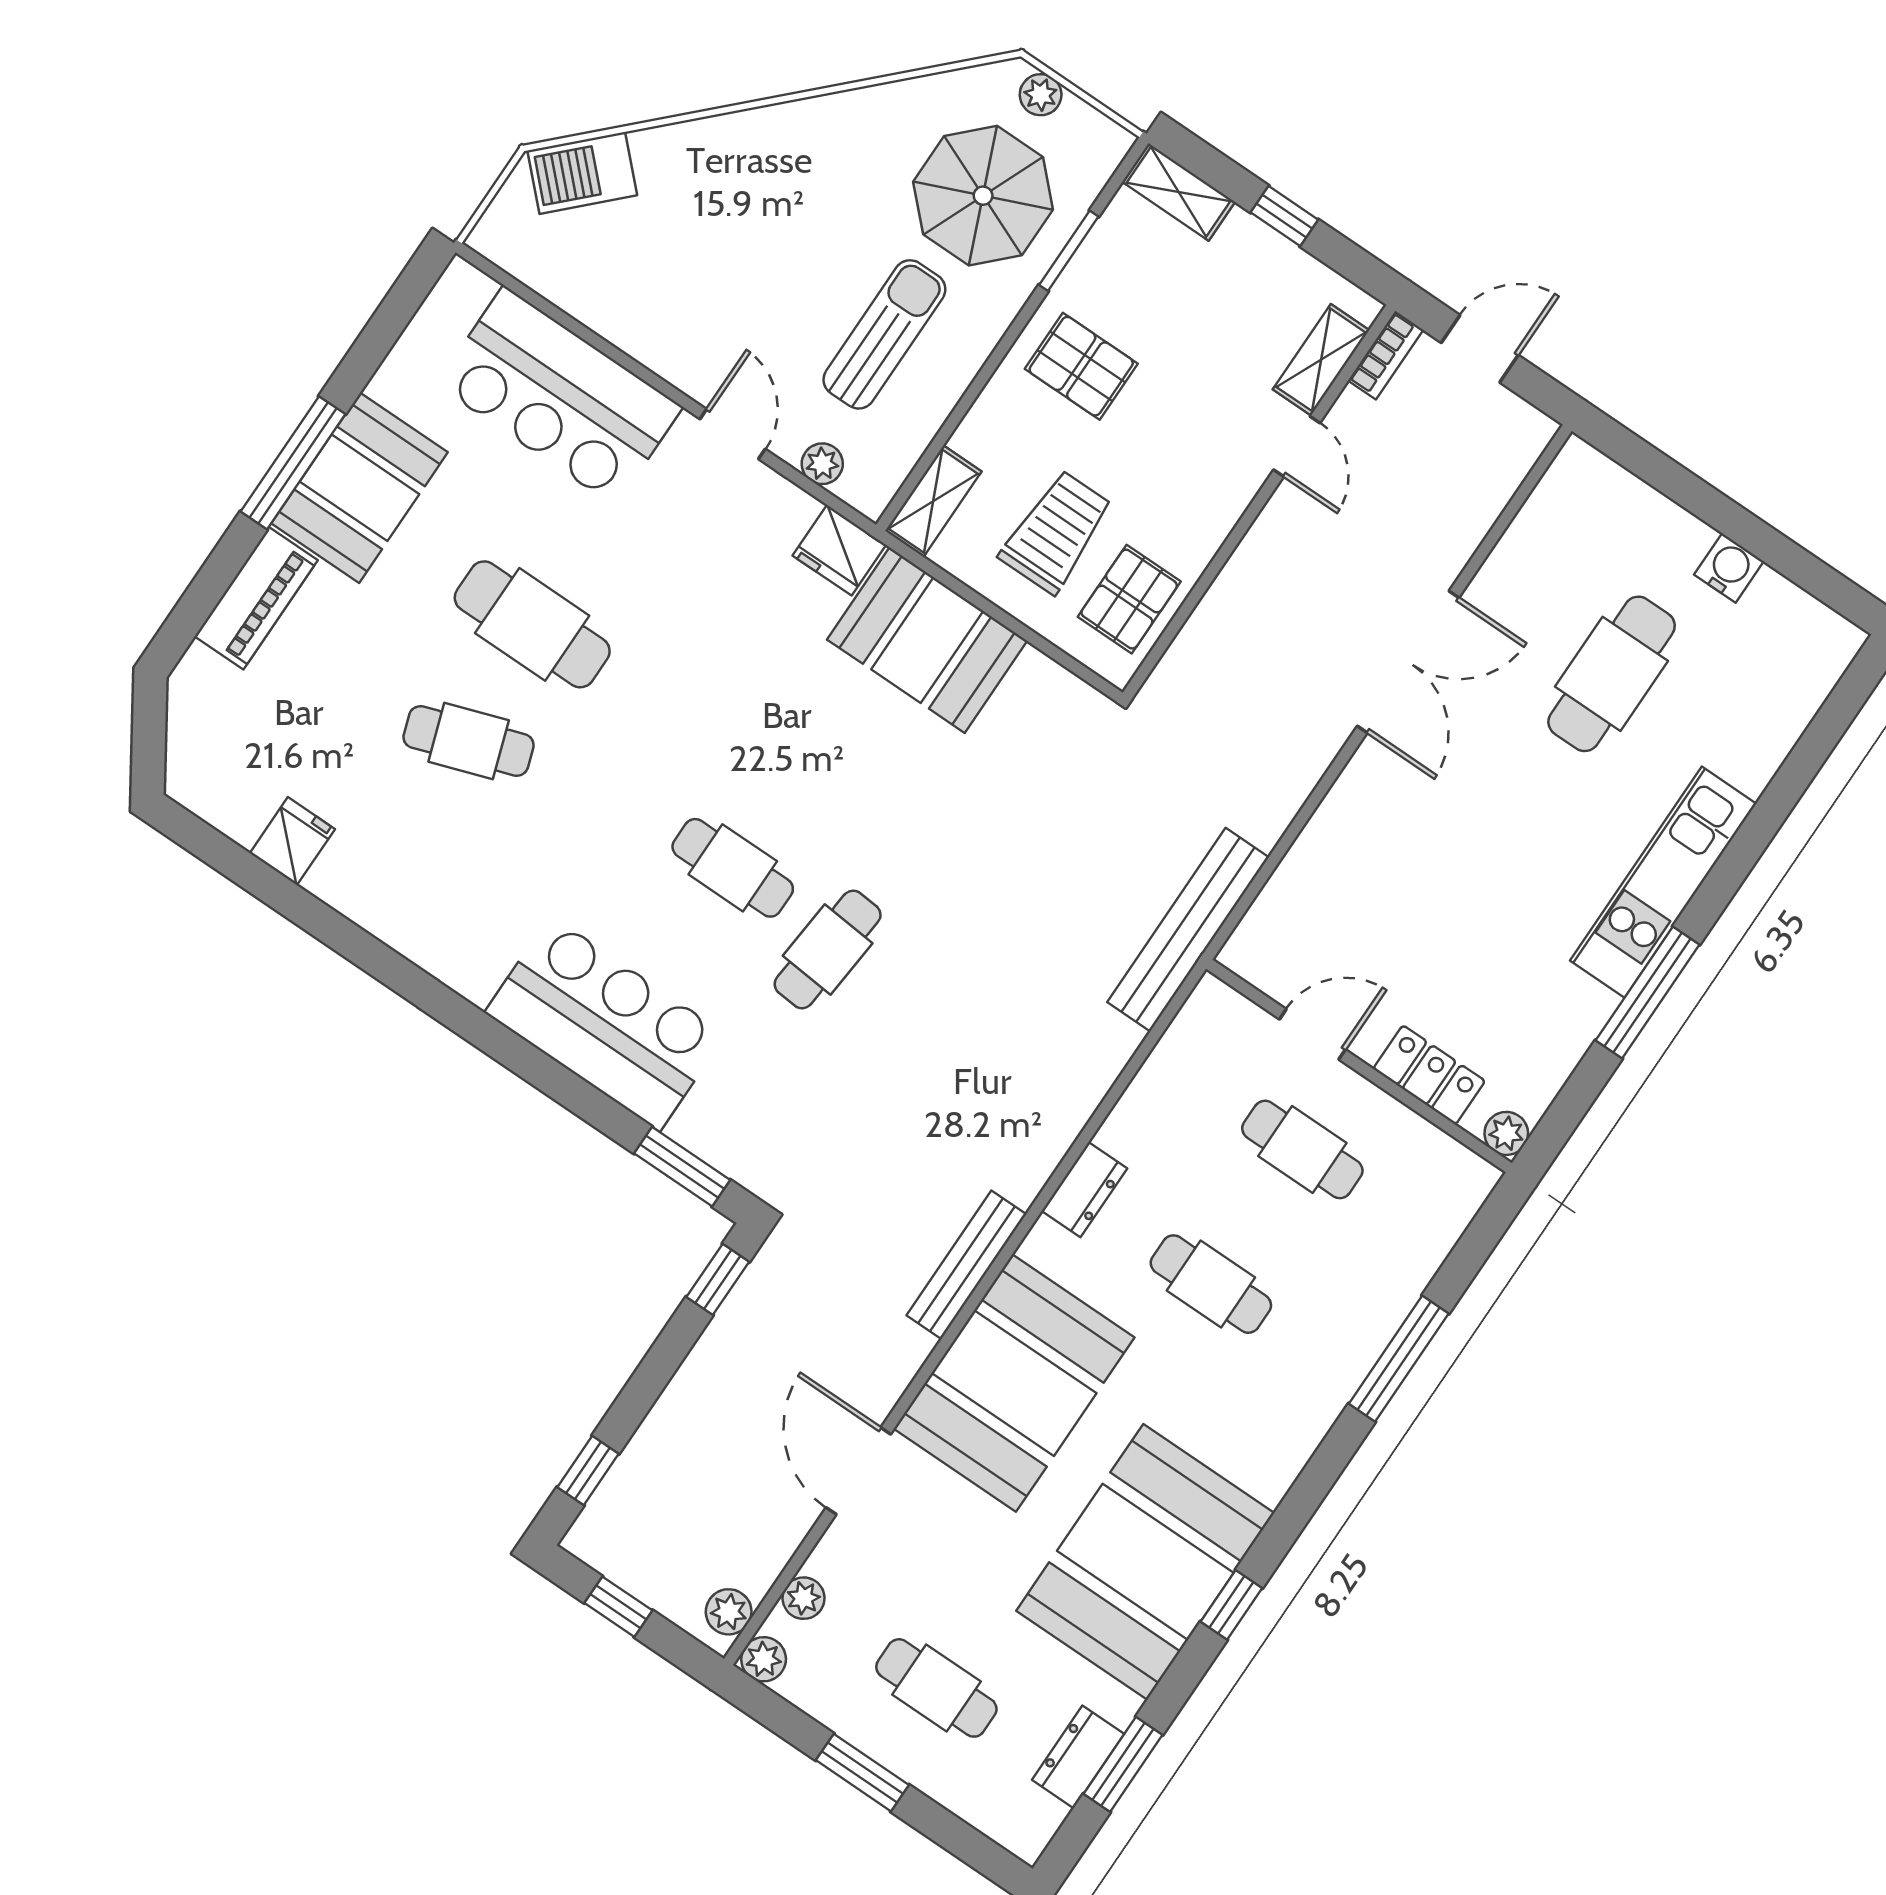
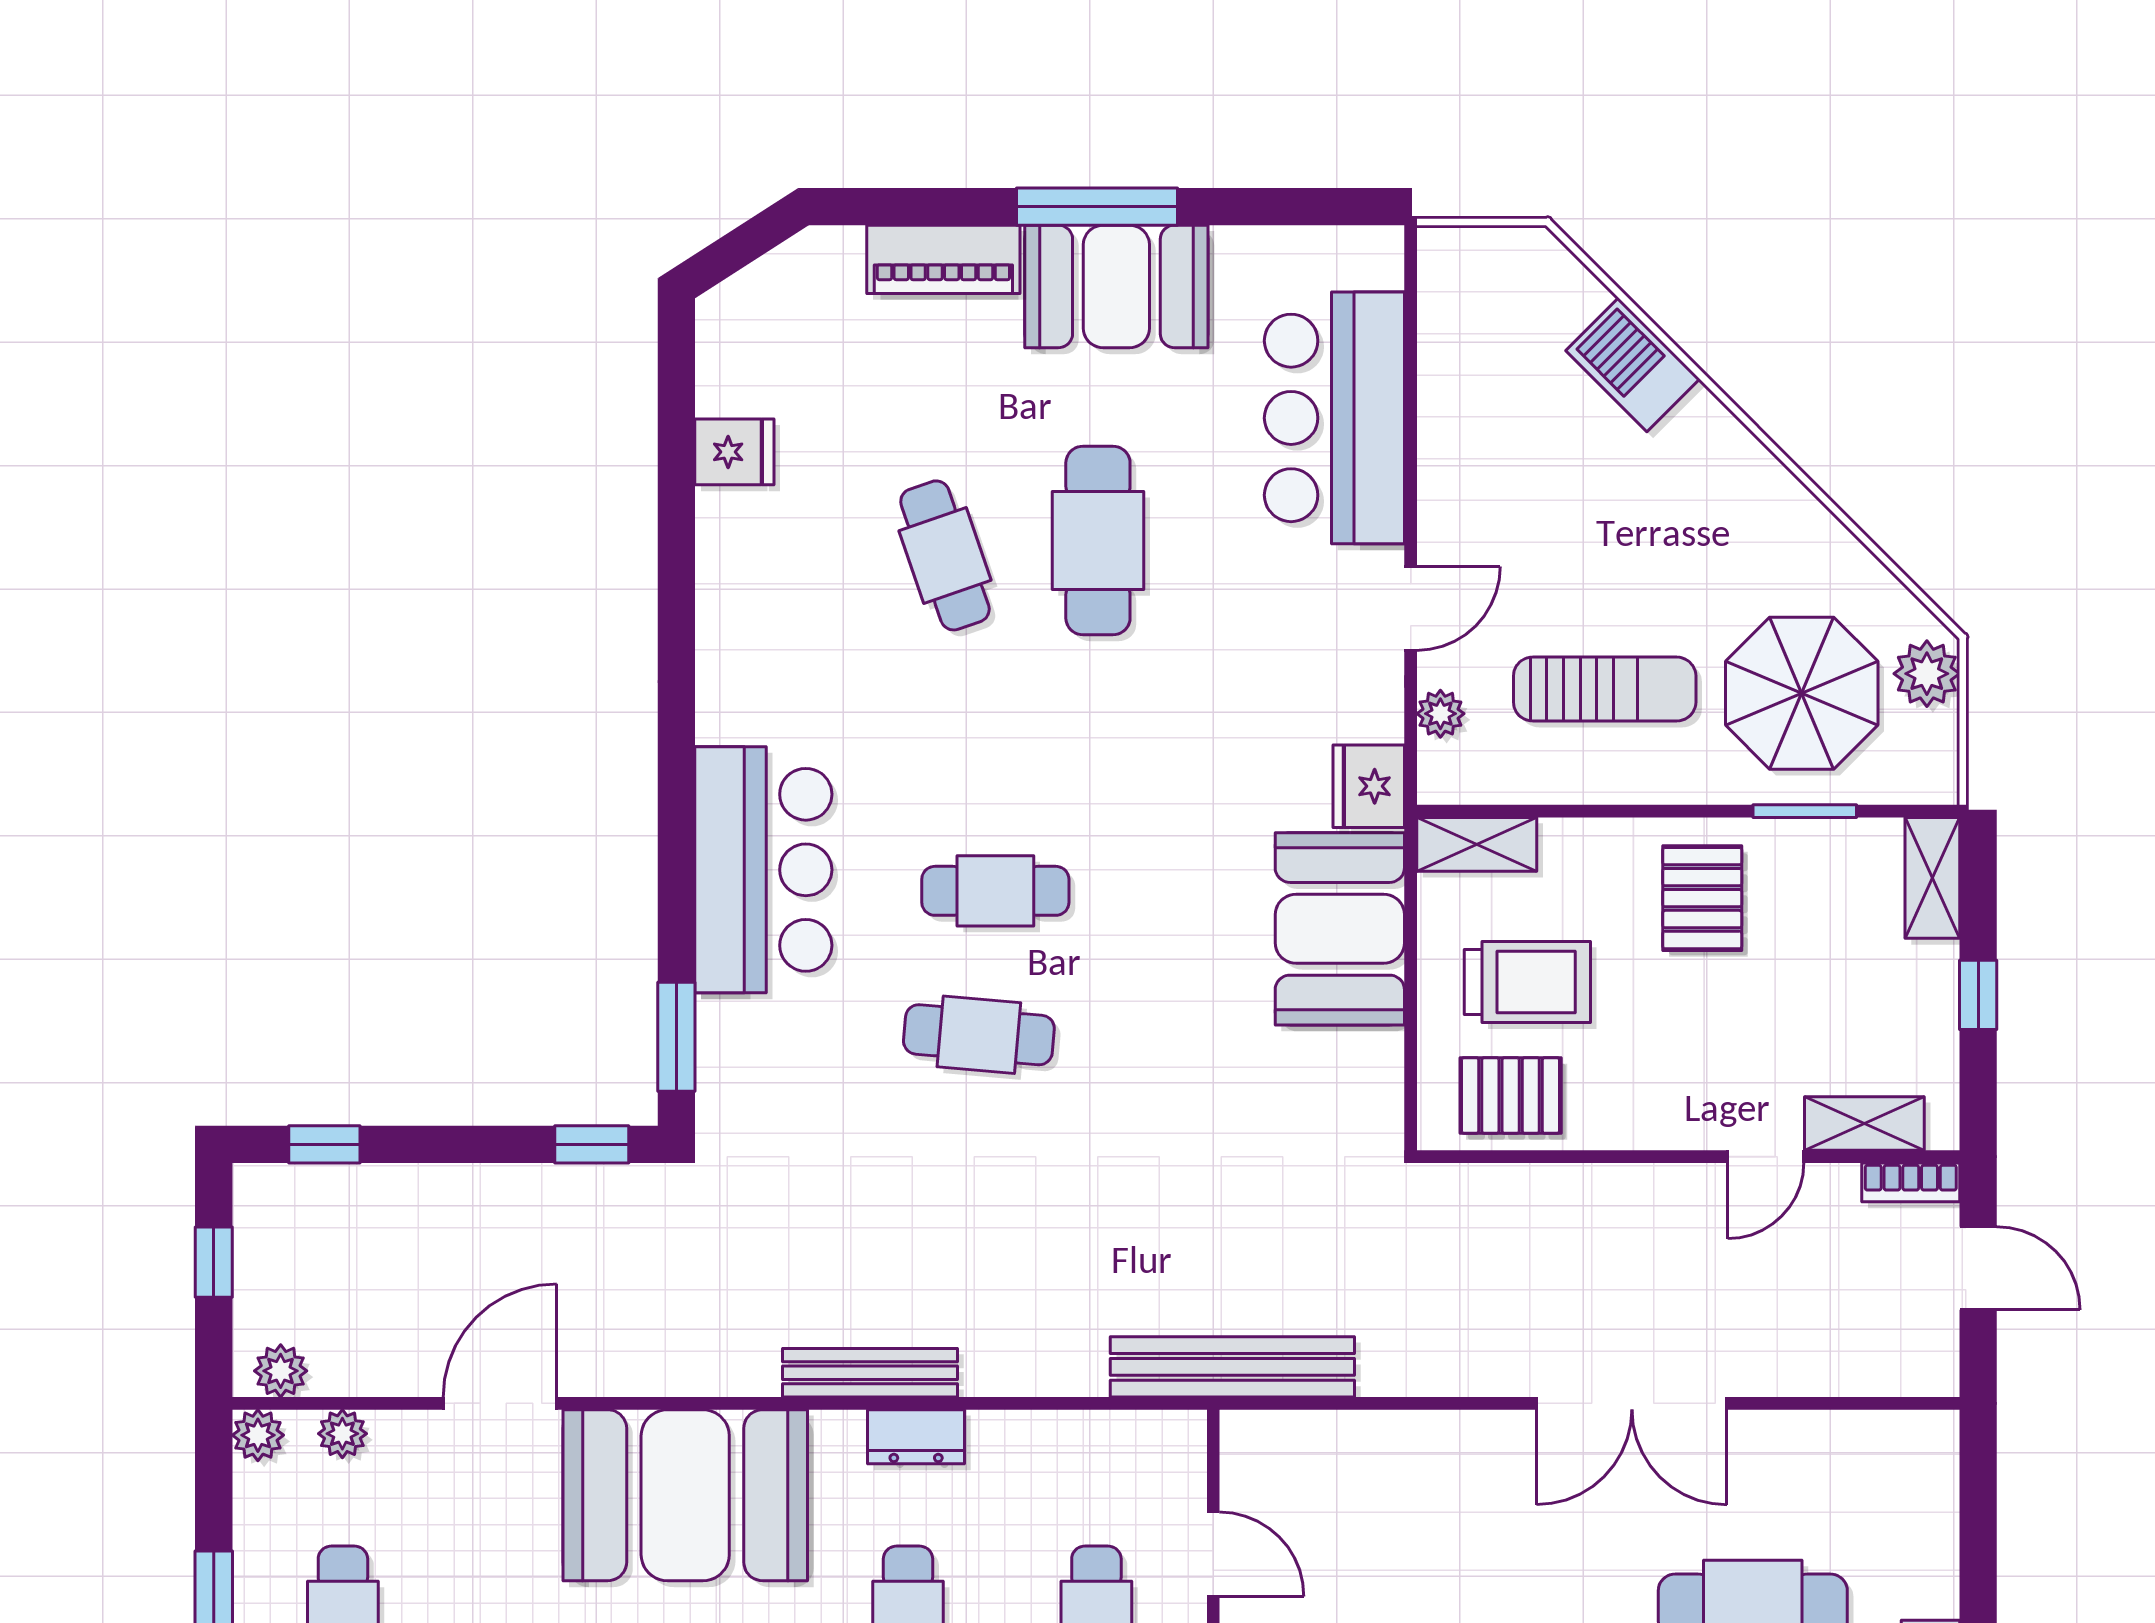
plant: (1041, 95) -> (1927, 674), width x1.38, depth x1.38
barbecue: (582, 173) -> (1633, 365), moved
cafe table: (733, 868) -> (995, 891), turned 90
bench: (966, 1265) -> (870, 1373), moved

